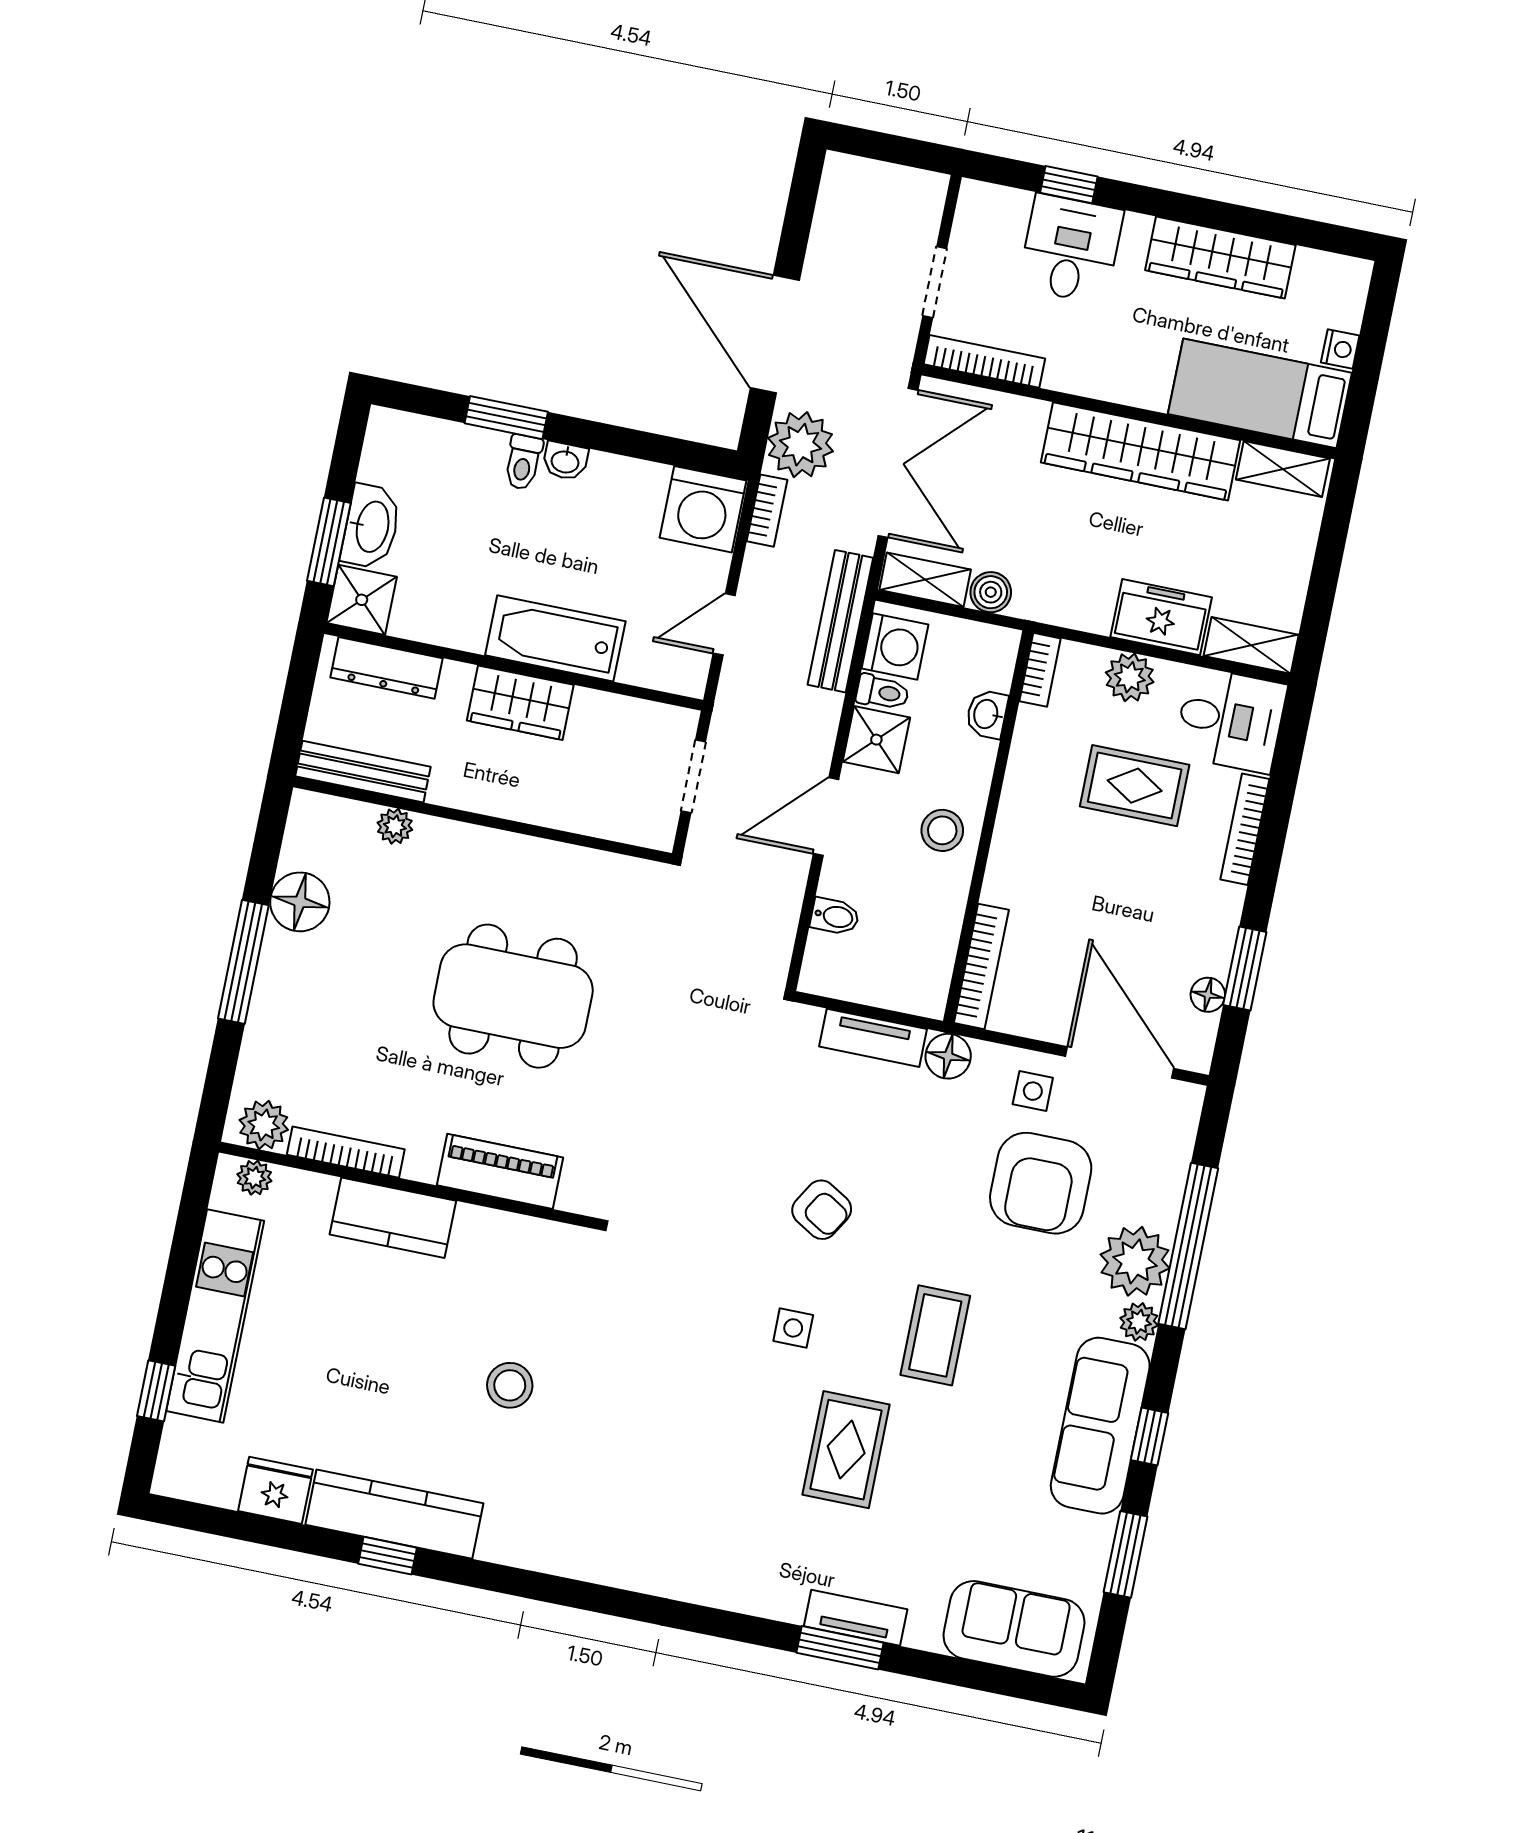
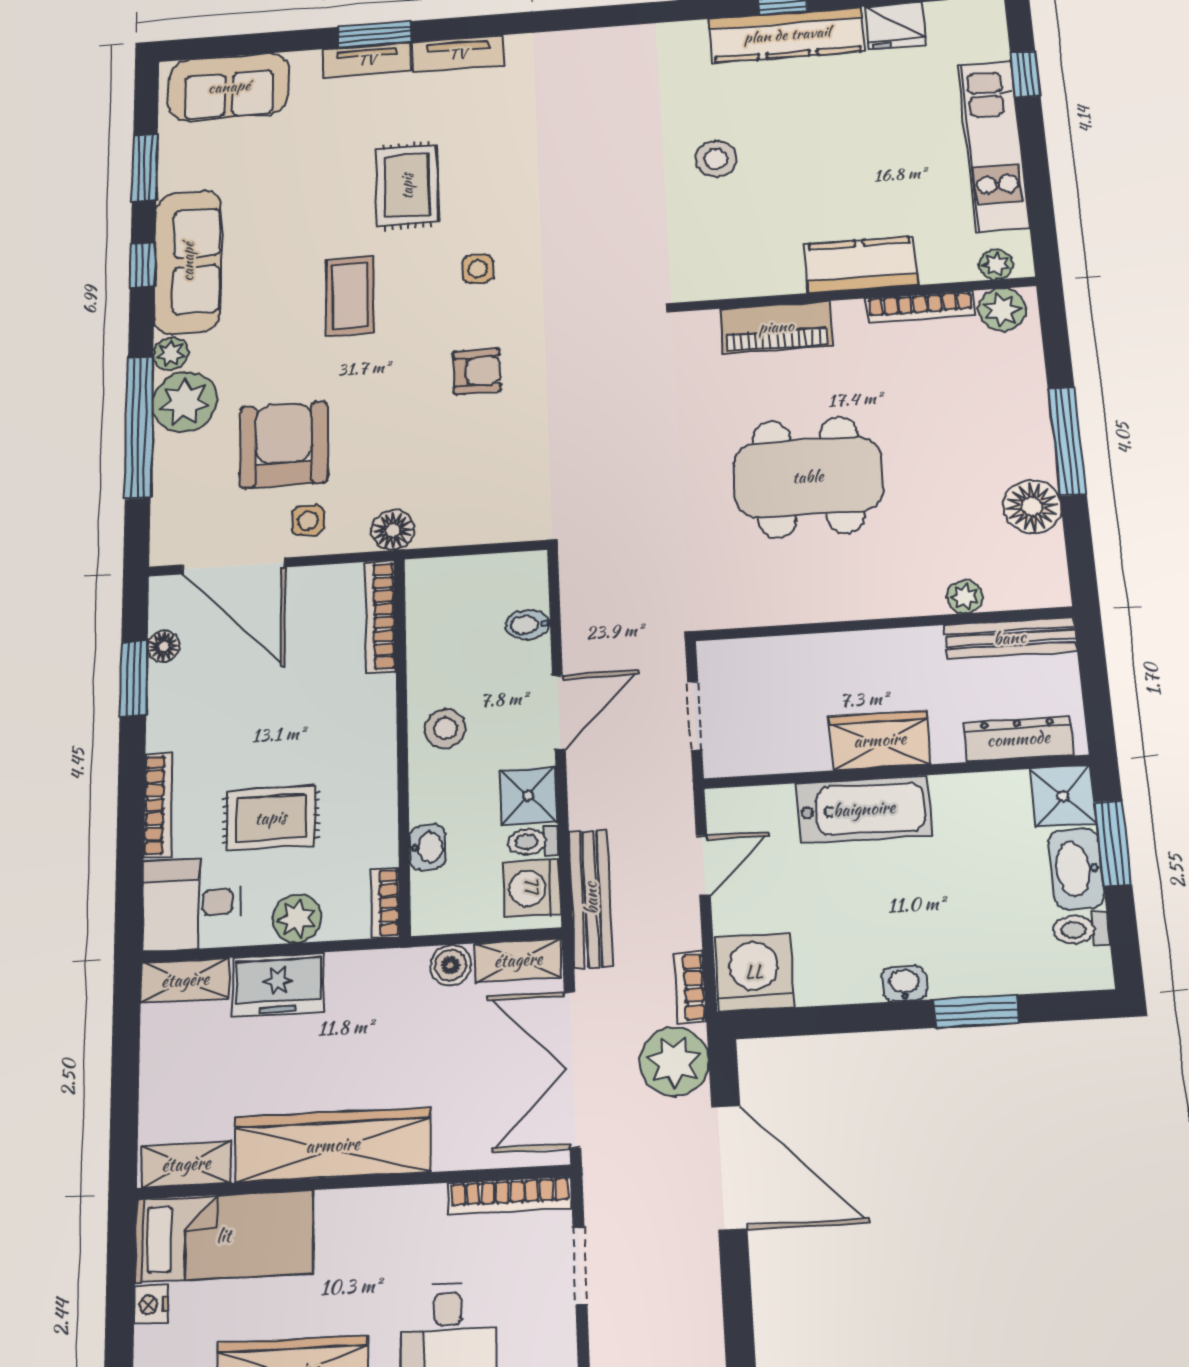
toilet: (523, 462) -> (1081, 929), moved, turned -90
tv unit: (873, 1038) -> (458, 54), moved, turned 180
armchair: (822, 1210) -> (477, 371), turned 149

